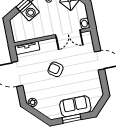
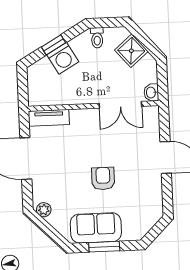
armchair: (56, 69) -> (103, 178), moved, turned 55
sofa: (75, 106) -> (96, 228), moved

